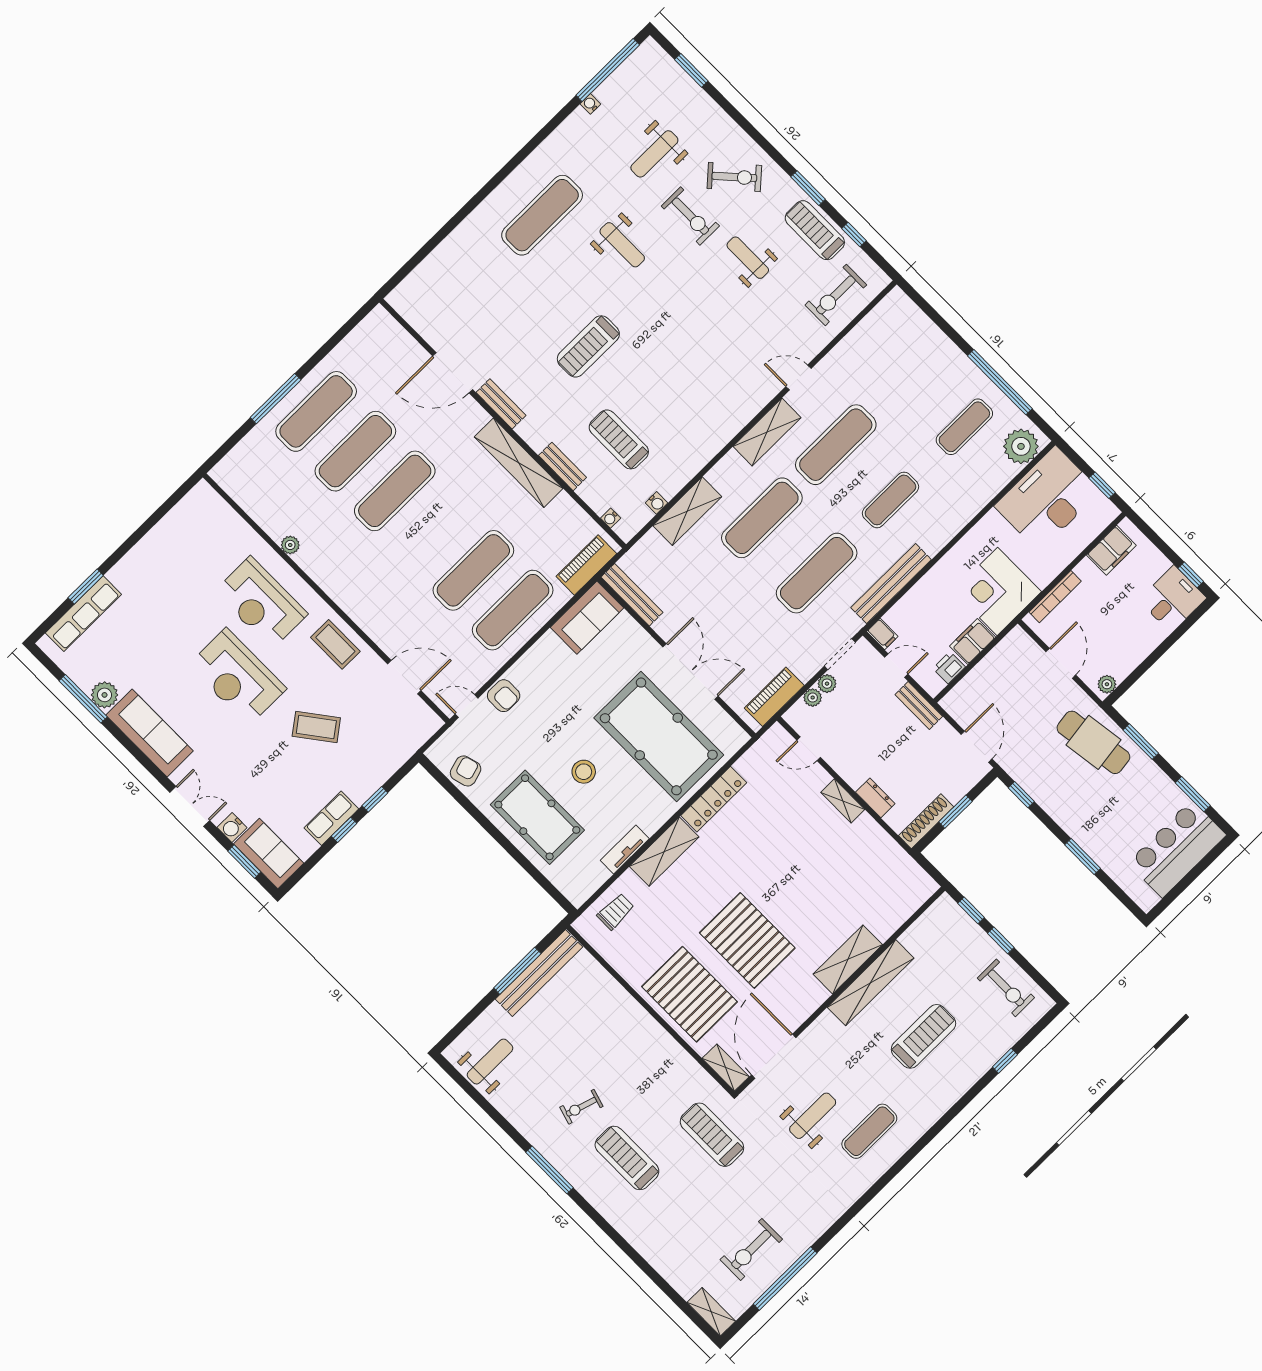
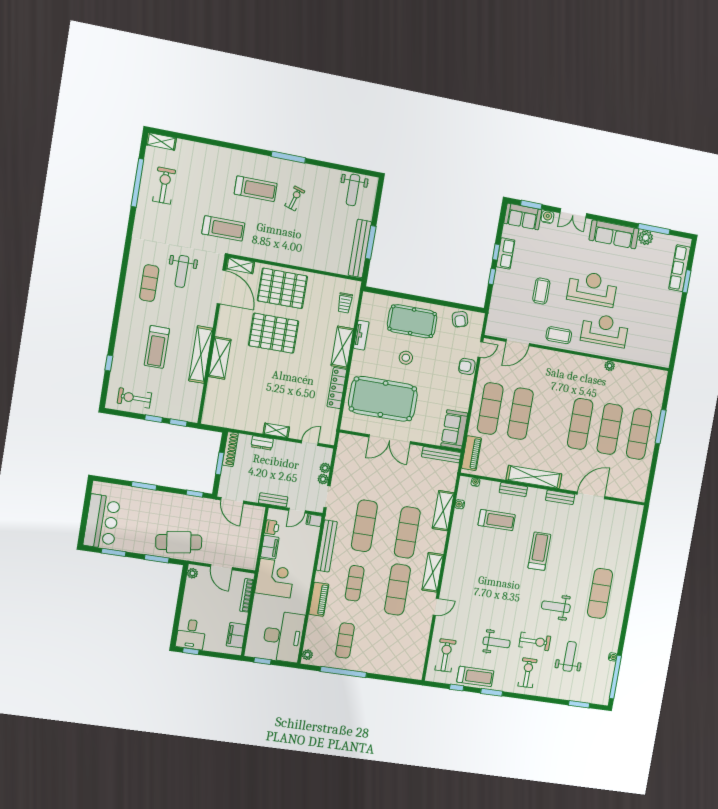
exercise bike: (734, 177) -> (528, 673), turned 132
exercise bike: (690, 216) -> (535, 641), turned 180
plant: (1021, 446) -> (307, 655), width x0.53, depth x0.53
piano: (774, 697) -> (319, 599), moved
coffee table: (316, 727) -> (541, 291), turned -53

